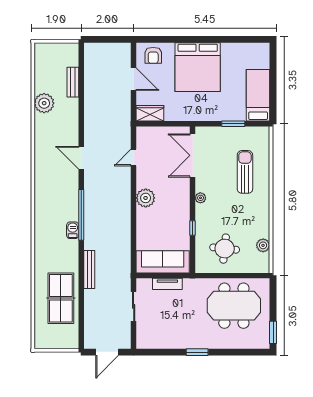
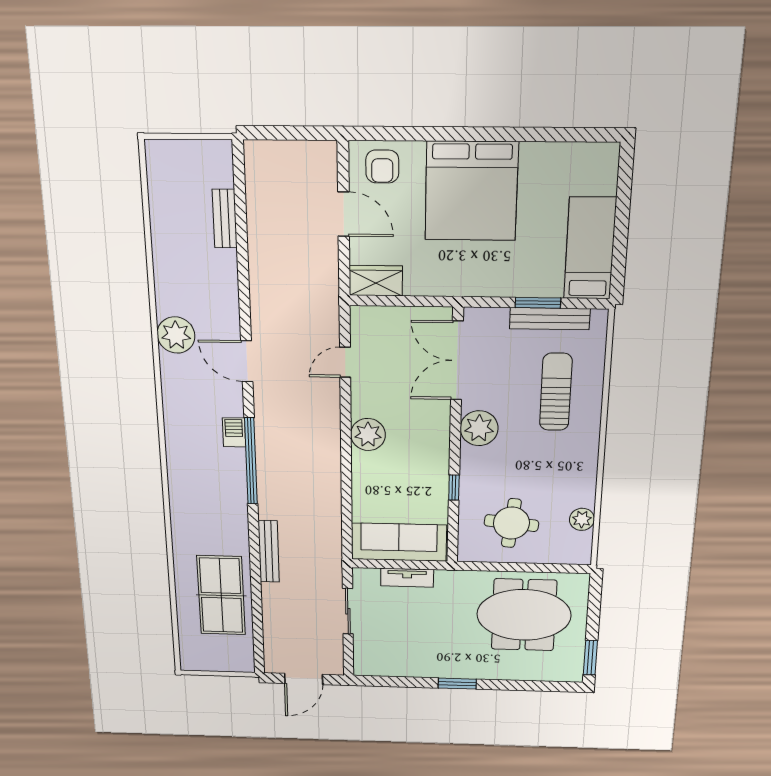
plant: (44, 103) -> (176, 335), moved
bench: (240, 132) -> (550, 319), added
plant: (200, 198) -> (479, 428), width x1.88, depth x1.88
barbecue: (73, 230) -> (234, 432), moved

